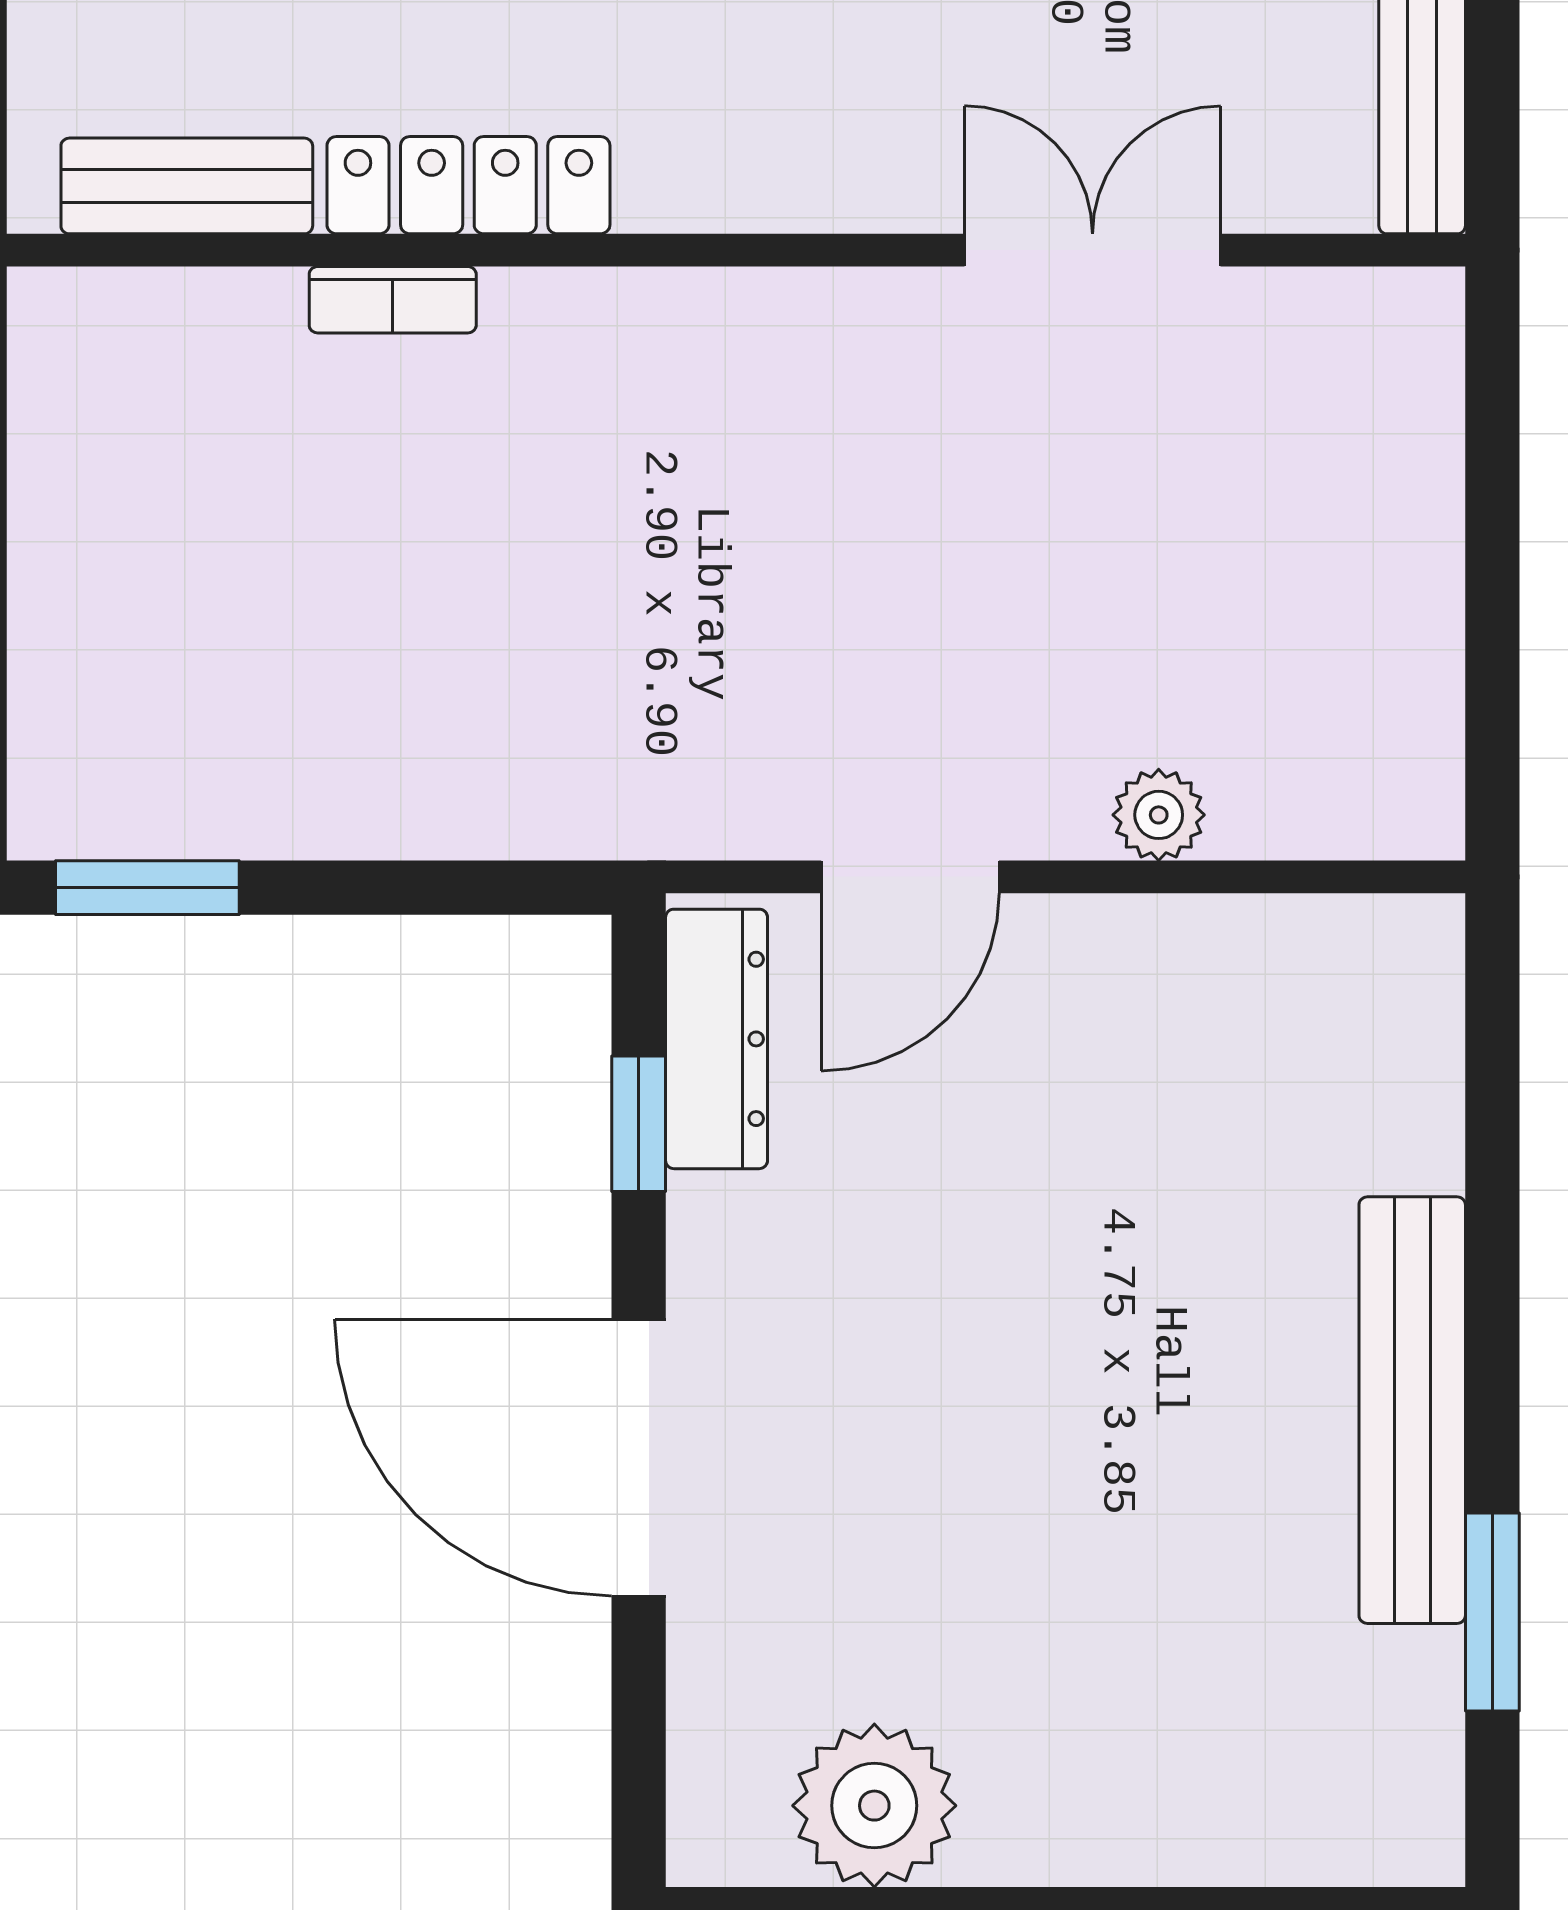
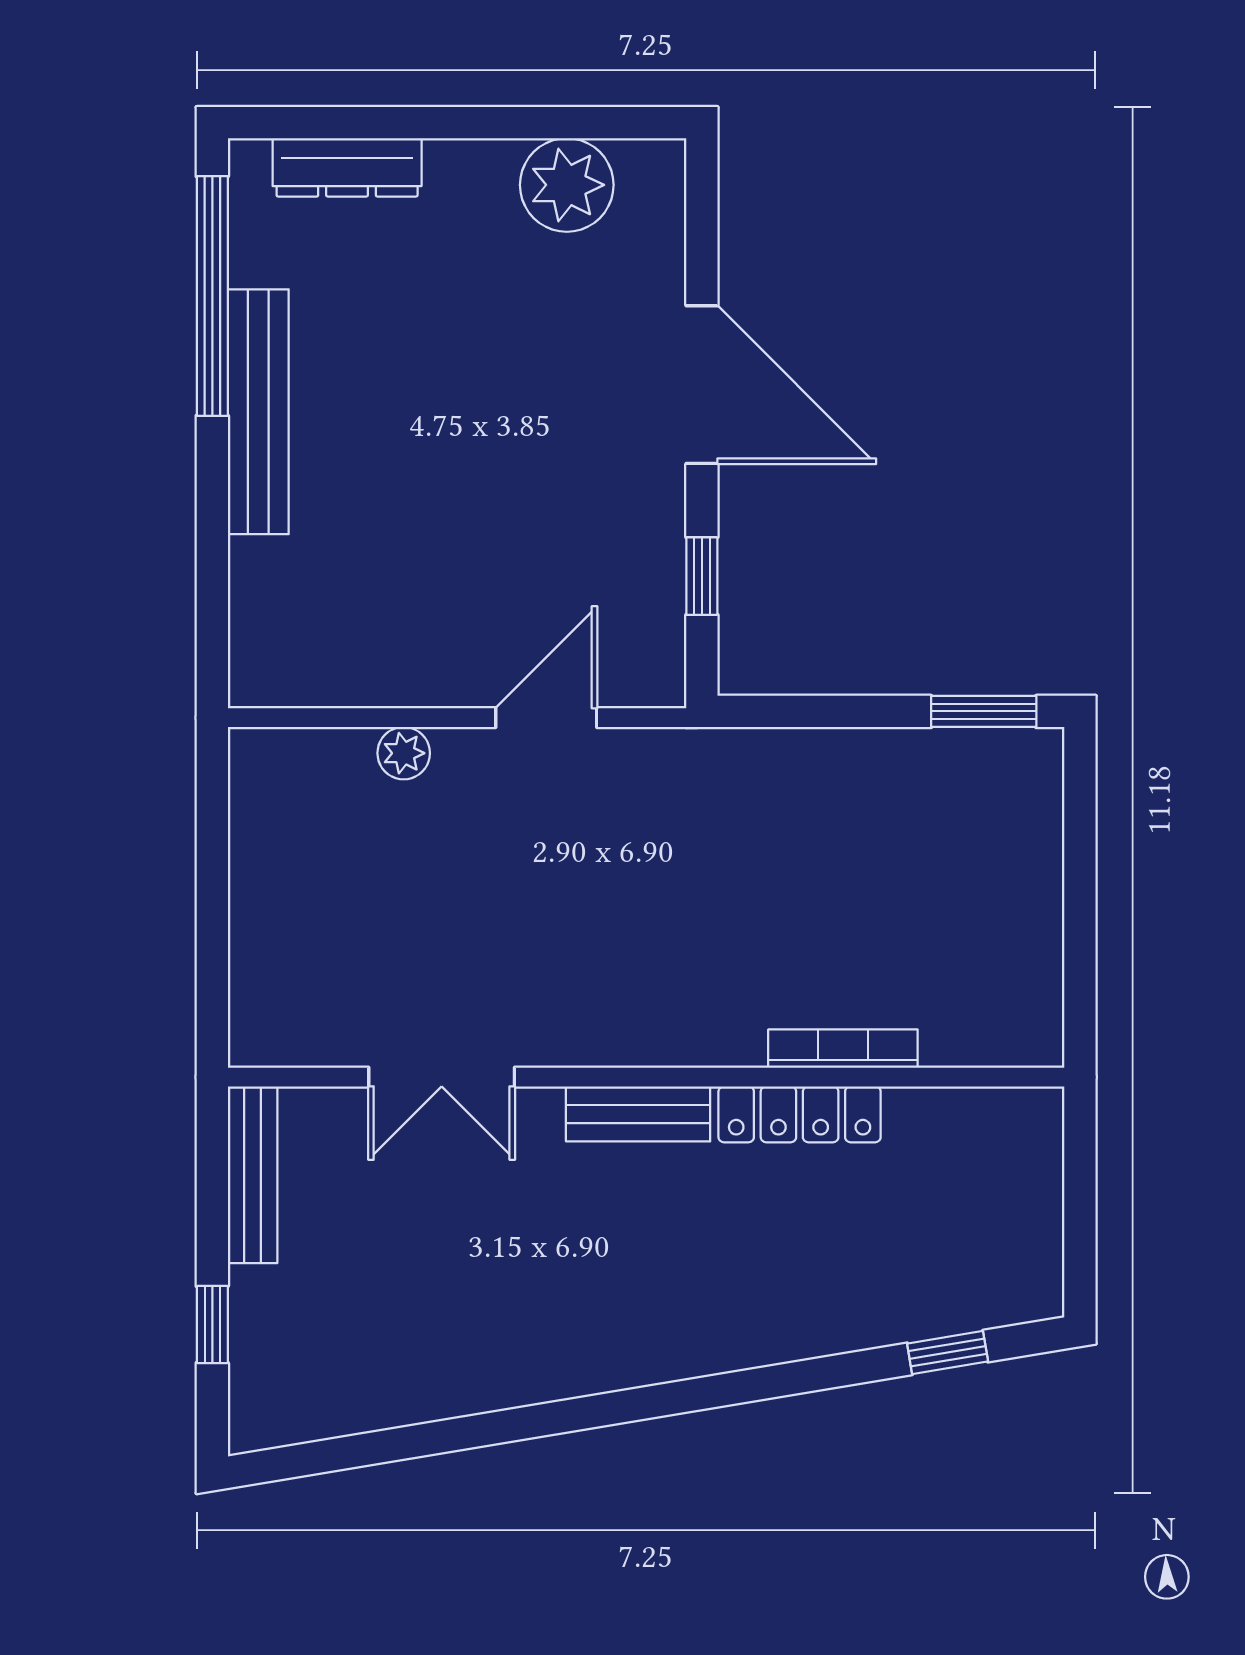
bench: (187, 186) -> (638, 1114), moved
bookcase: (393, 300) -> (843, 1049), width x1.56
dresser: (717, 1039) -> (347, 167), moved, turned -90
window: (1492, 1612) -> (212, 296), width x2.11

